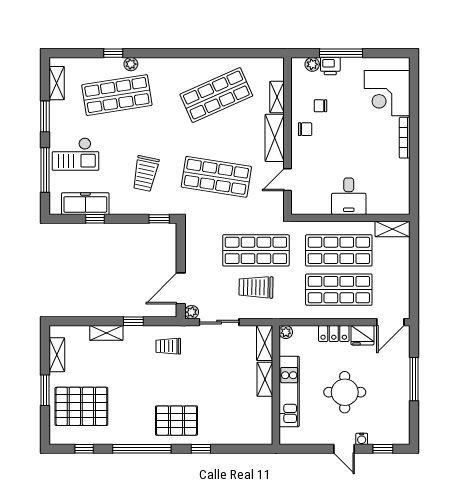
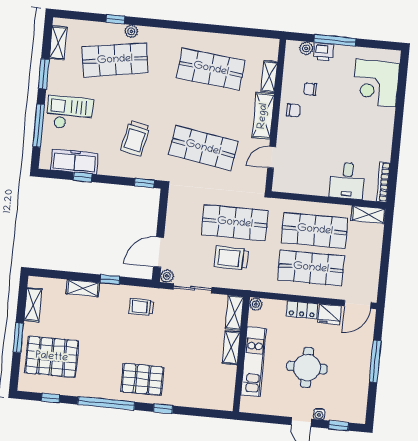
shop shelf: (216, 95) -> (211, 69), turned 30
bookcase: (405, 138) -> (383, 182), moved
checkout: (75, 154) -> (70, 113), turned 180
desk: (349, 196) -> (347, 181), moved

